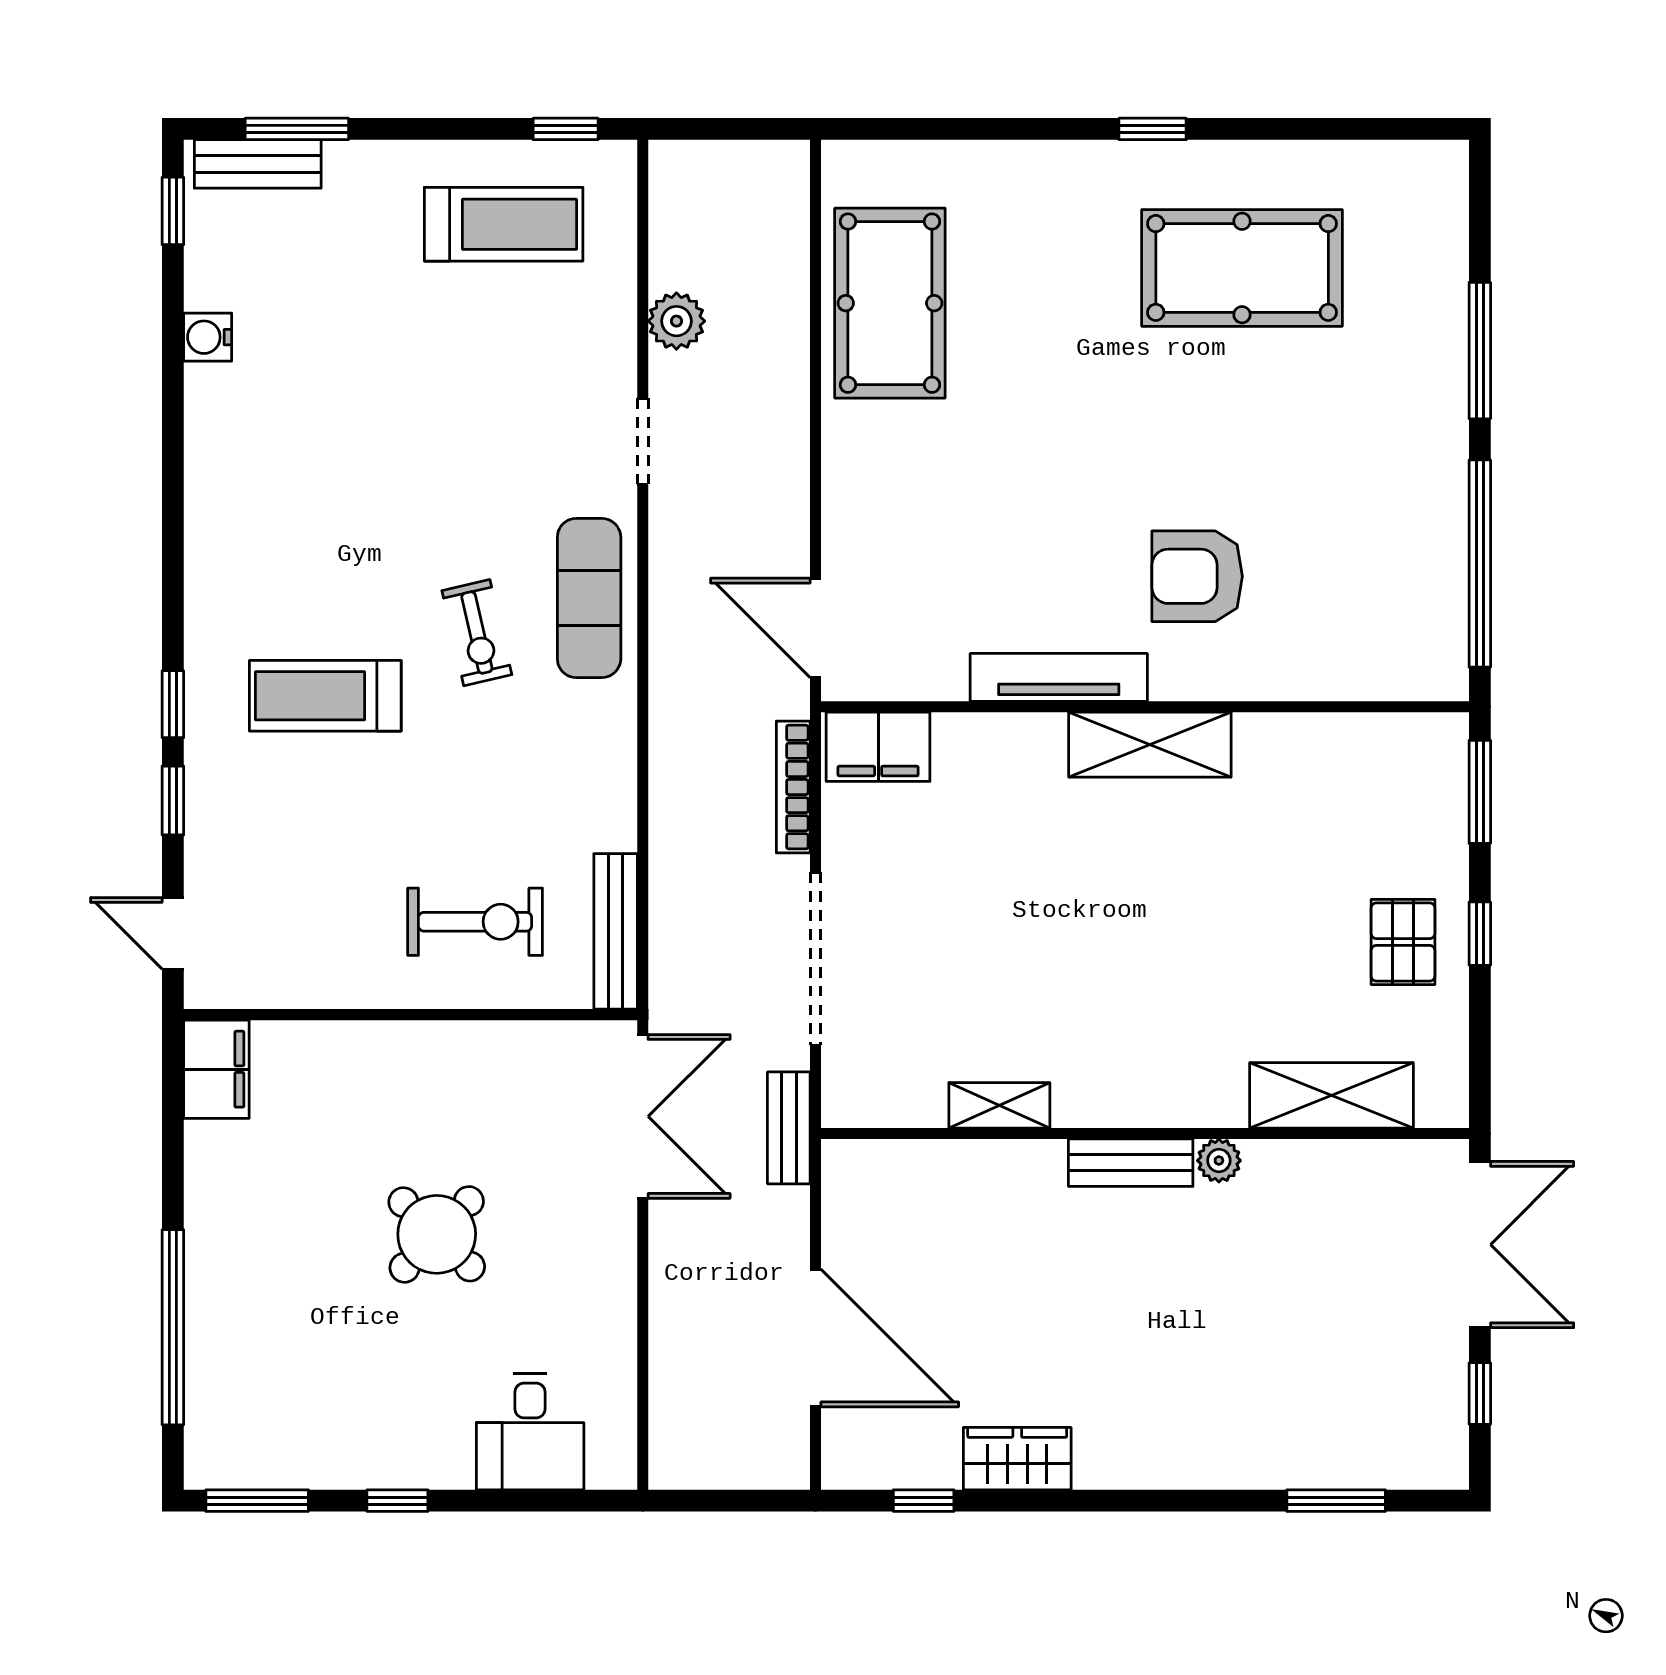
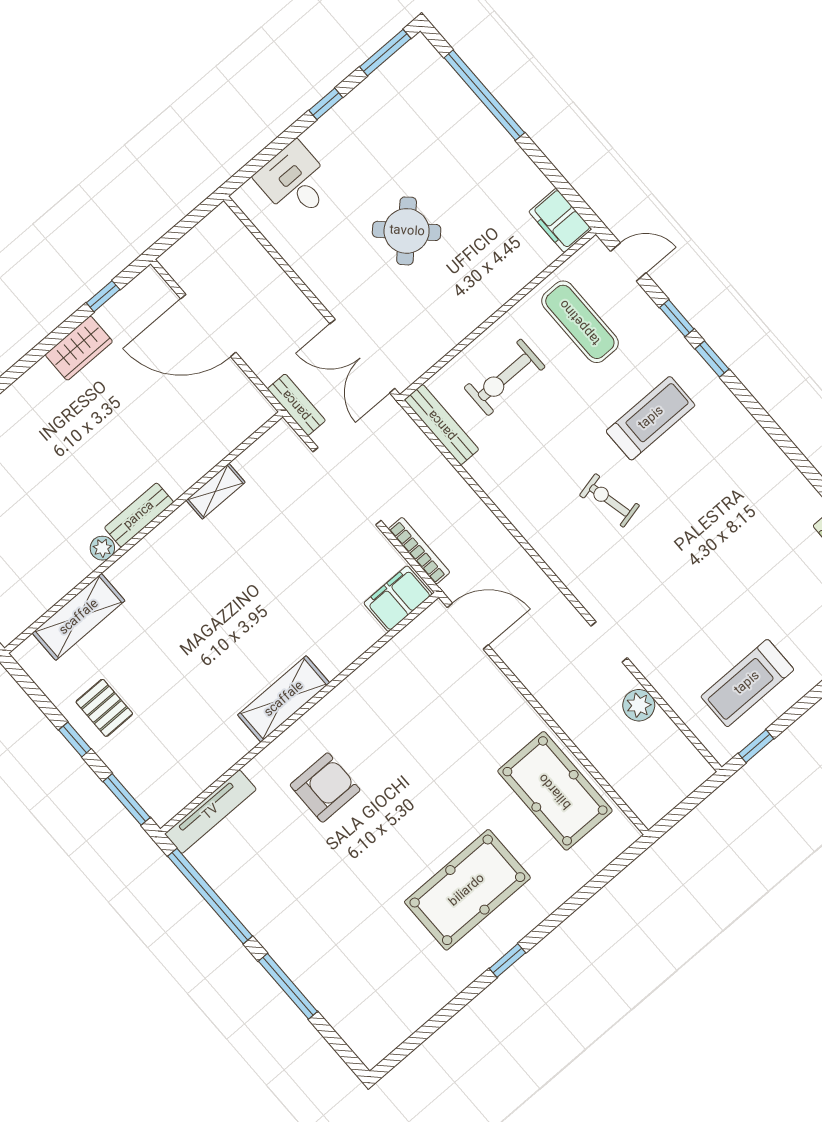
pool table: (1242, 268) -> (467, 890), moved
exercise mat: (589, 598) -> (580, 322), moved
tv unit: (1059, 677) -> (211, 812), moved

